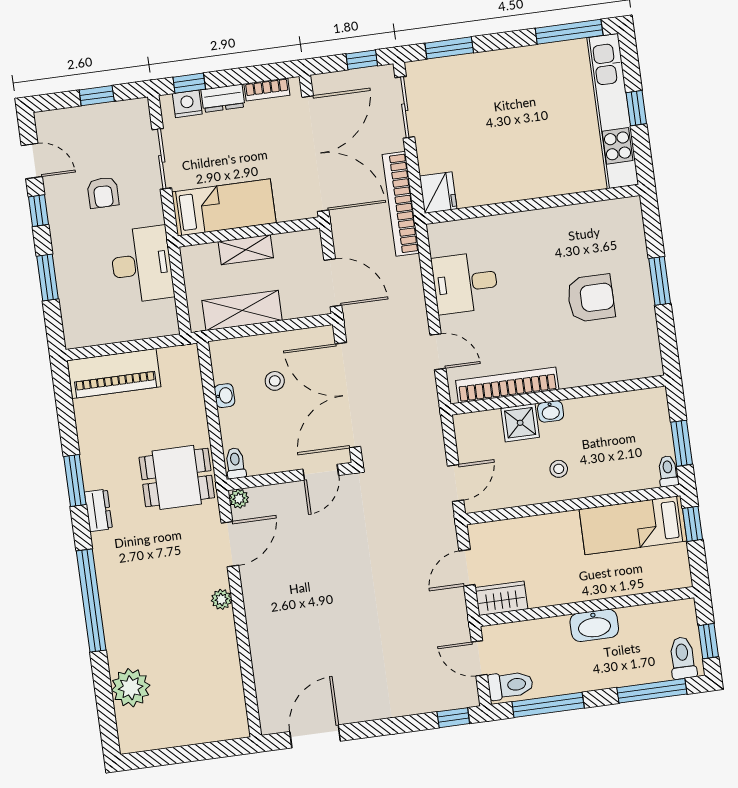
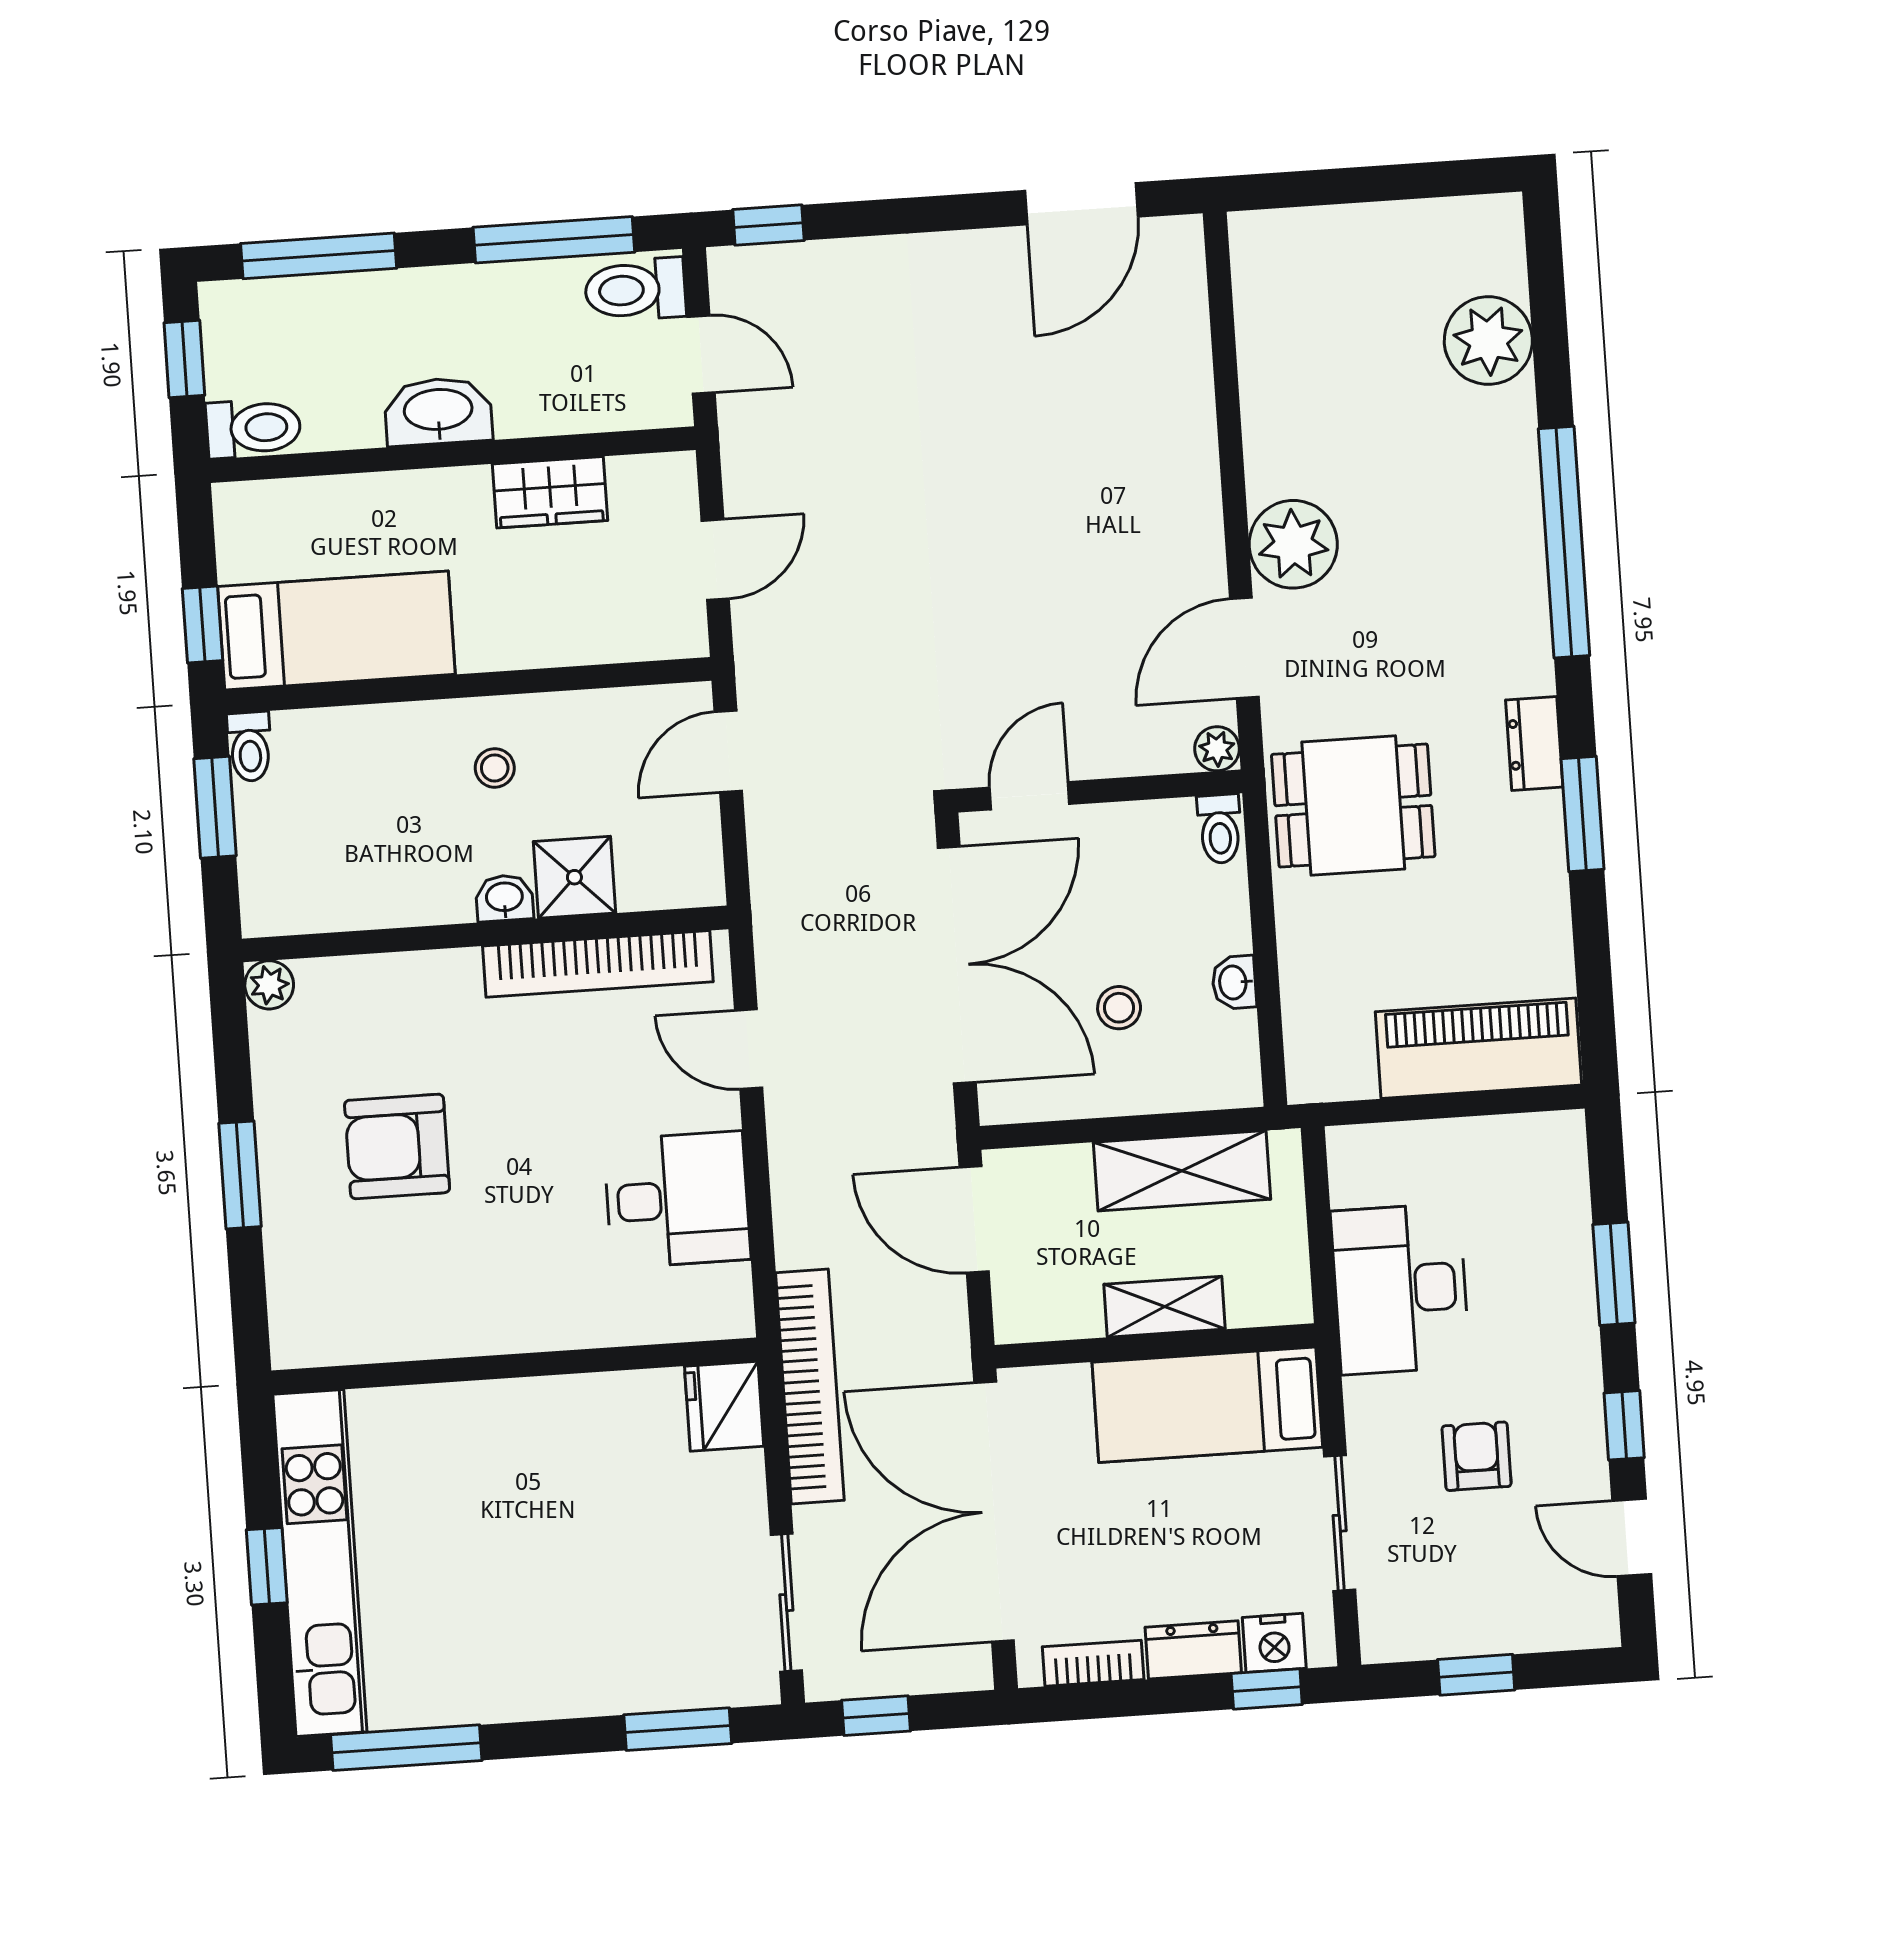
plant: (652, 366) -> (269, 985), added
wardrobe: (501, 598) -> (550, 492), moved
plant: (221, 599) -> (1293, 544), width x1.88, depth x1.88
toilet: (683, 658) -> (253, 428), moved, turned -90

